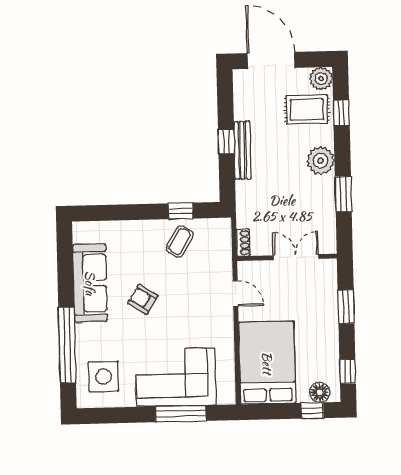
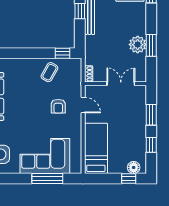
plant: (321, 161) -> (138, 45), moved
window: (181, 211) -> (62, 53), moved
armchair: (143, 299) -> (58, 106), moved, turned -122
bed: (267, 363) -> (96, 148), width x0.67
window: (348, 371) -> (151, 145), moved

